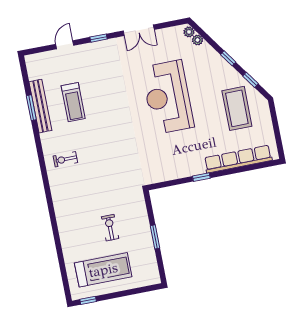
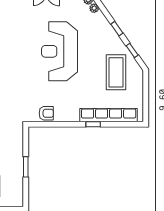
armchair: (166, 171) -> (46, 113), added
window: (201, 177) -> (93, 124), moved

